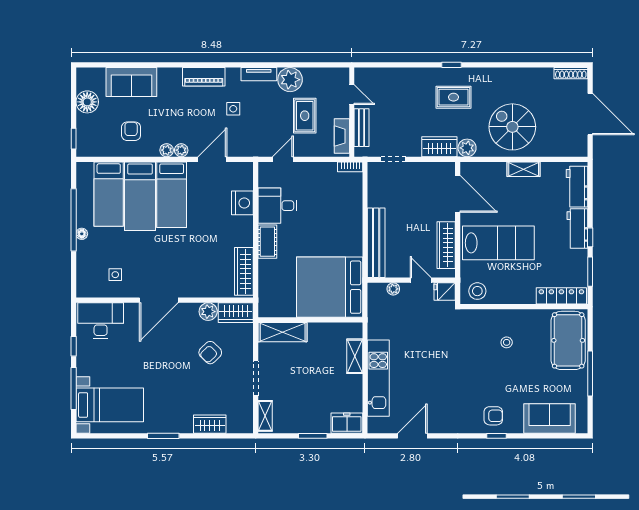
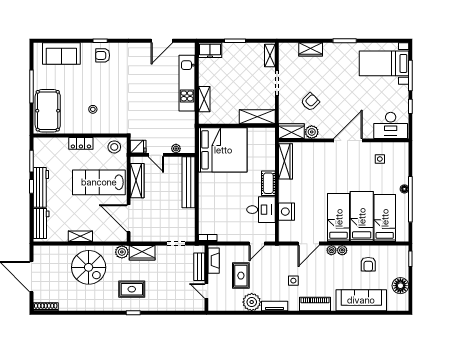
sofa: (131, 82) -> (361, 300), width x1.36
workbench: (577, 228) -> (41, 187), width x1.38
locker: (561, 296) -> (81, 143), moved, width x0.66

